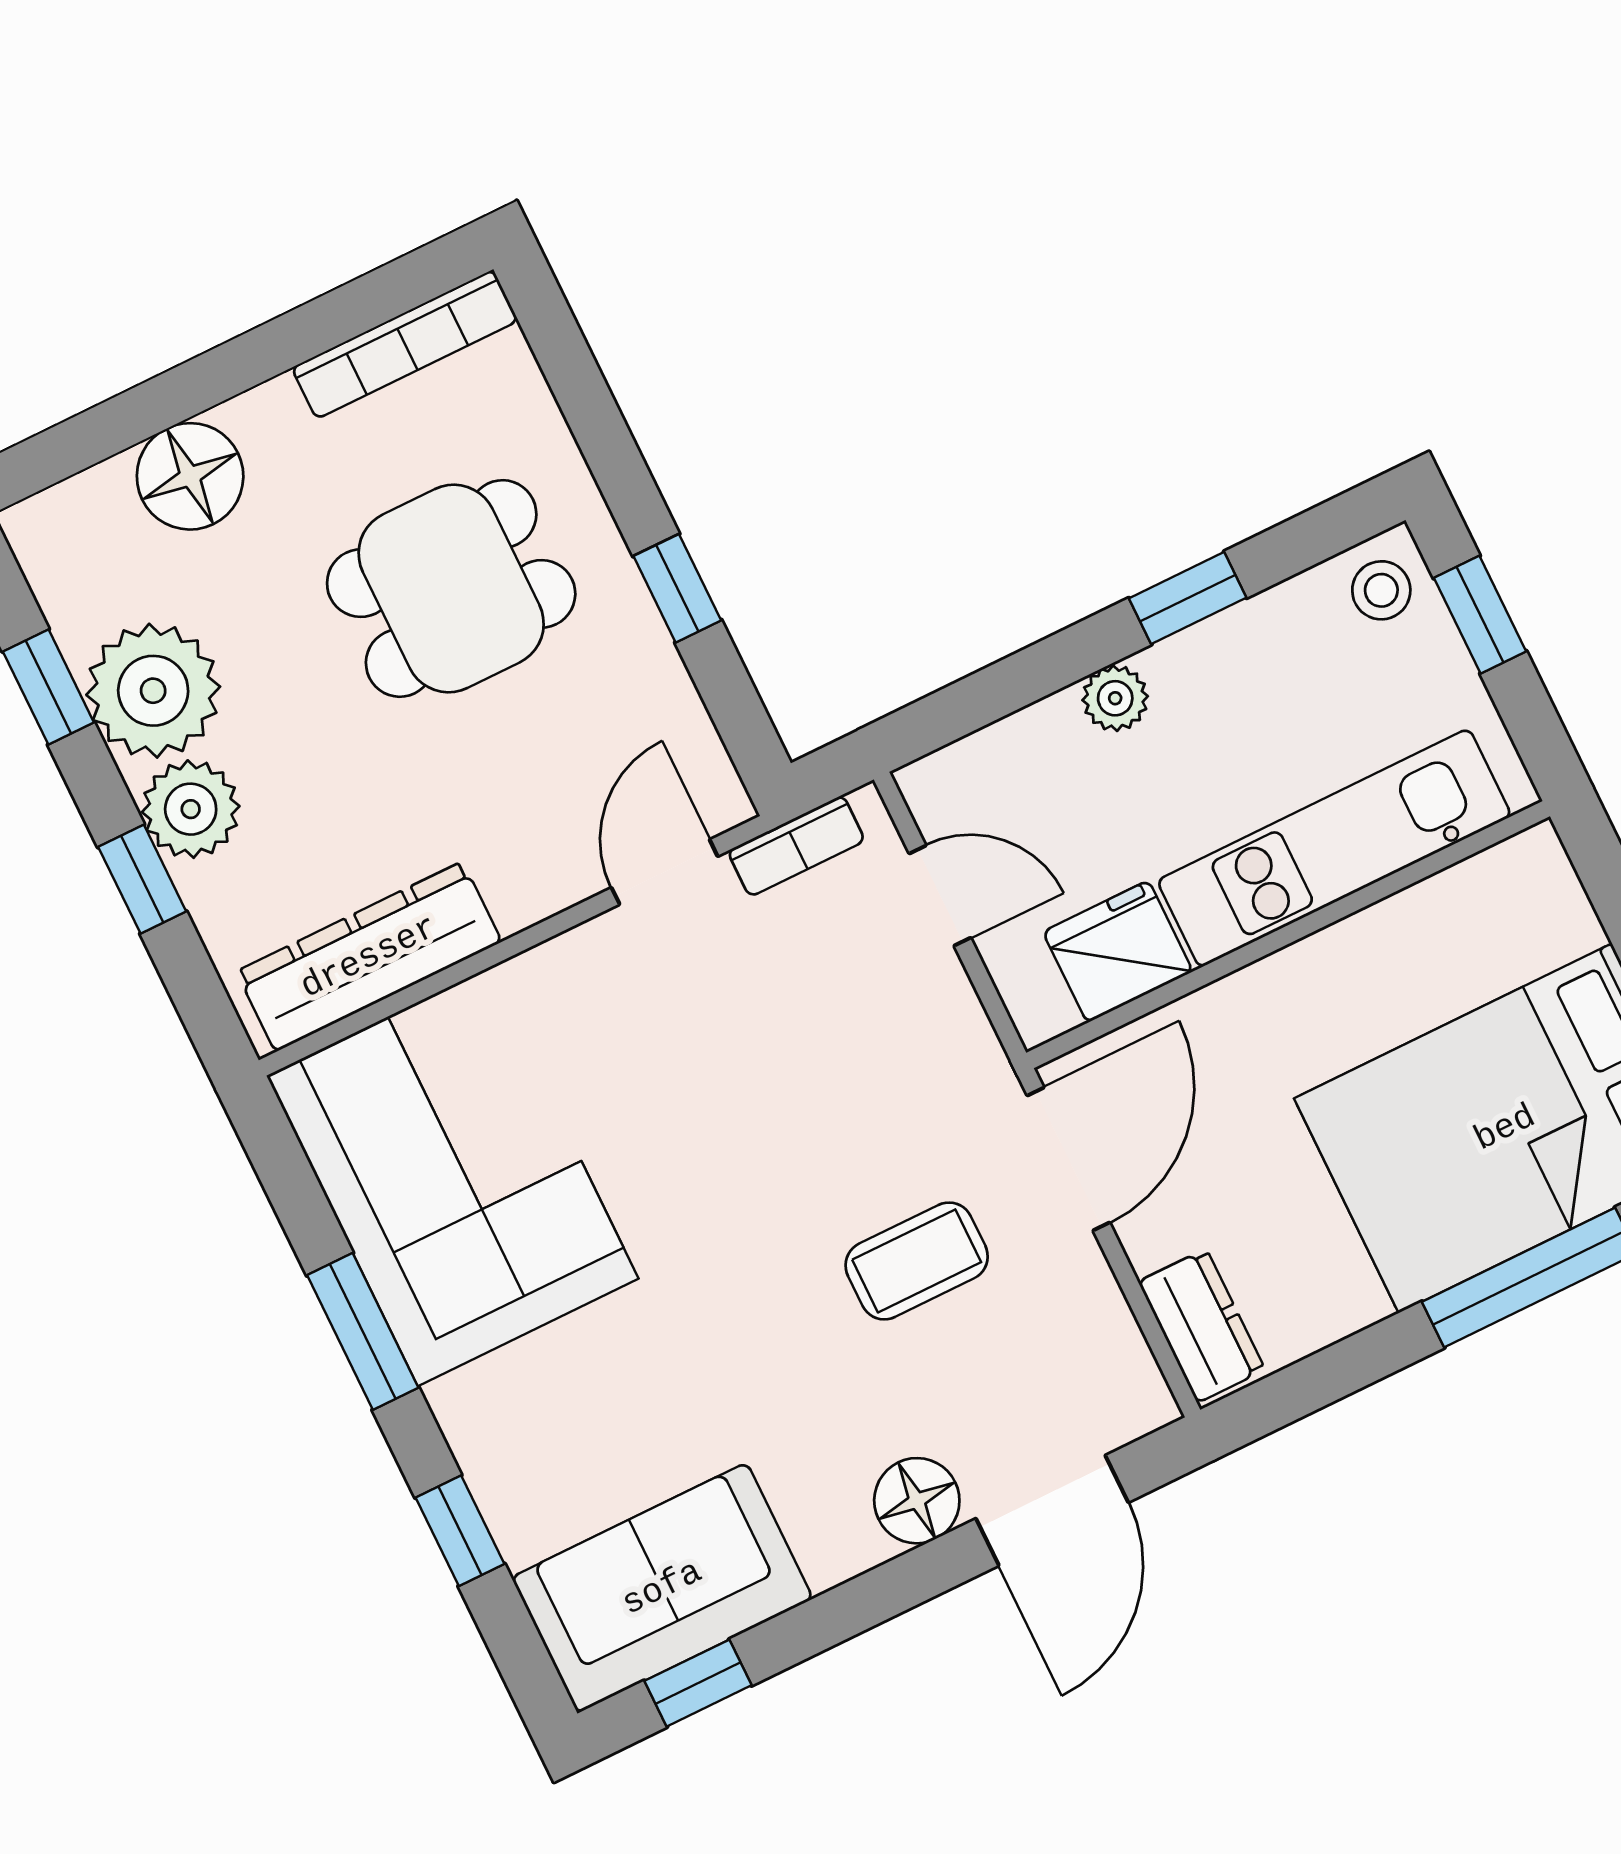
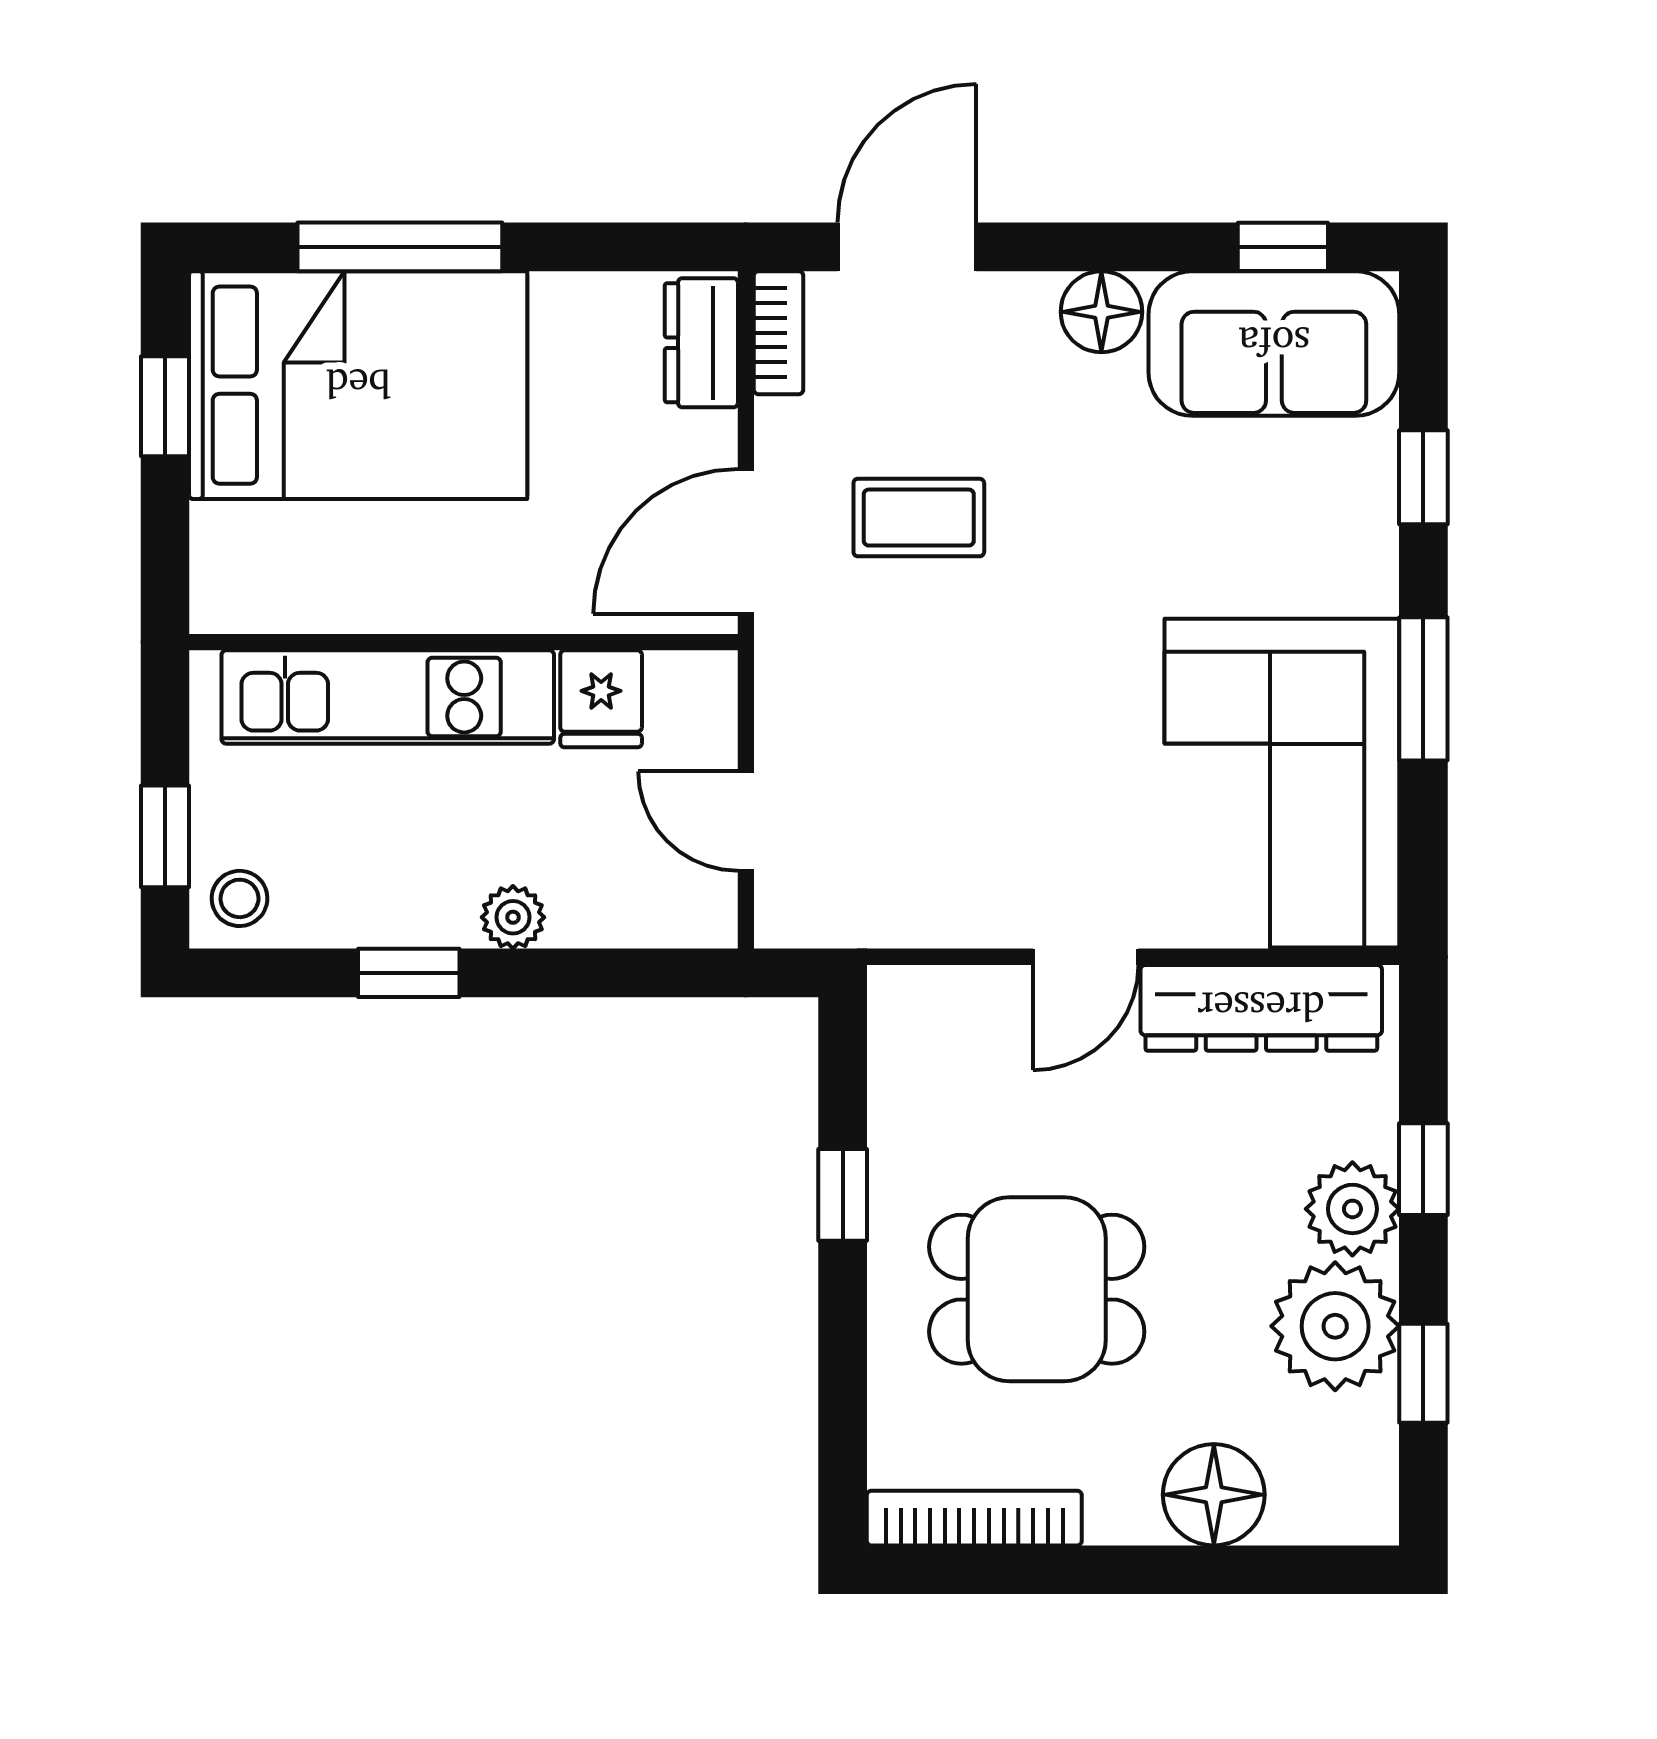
bookcase: (796, 846) -> (779, 333), moved, turned 90
door: (665, 872) -> (1086, 957), moved
fridge: (1118, 952) -> (601, 699), width x0.72
floor lamp: (917, 1501) -> (1101, 312), moved

